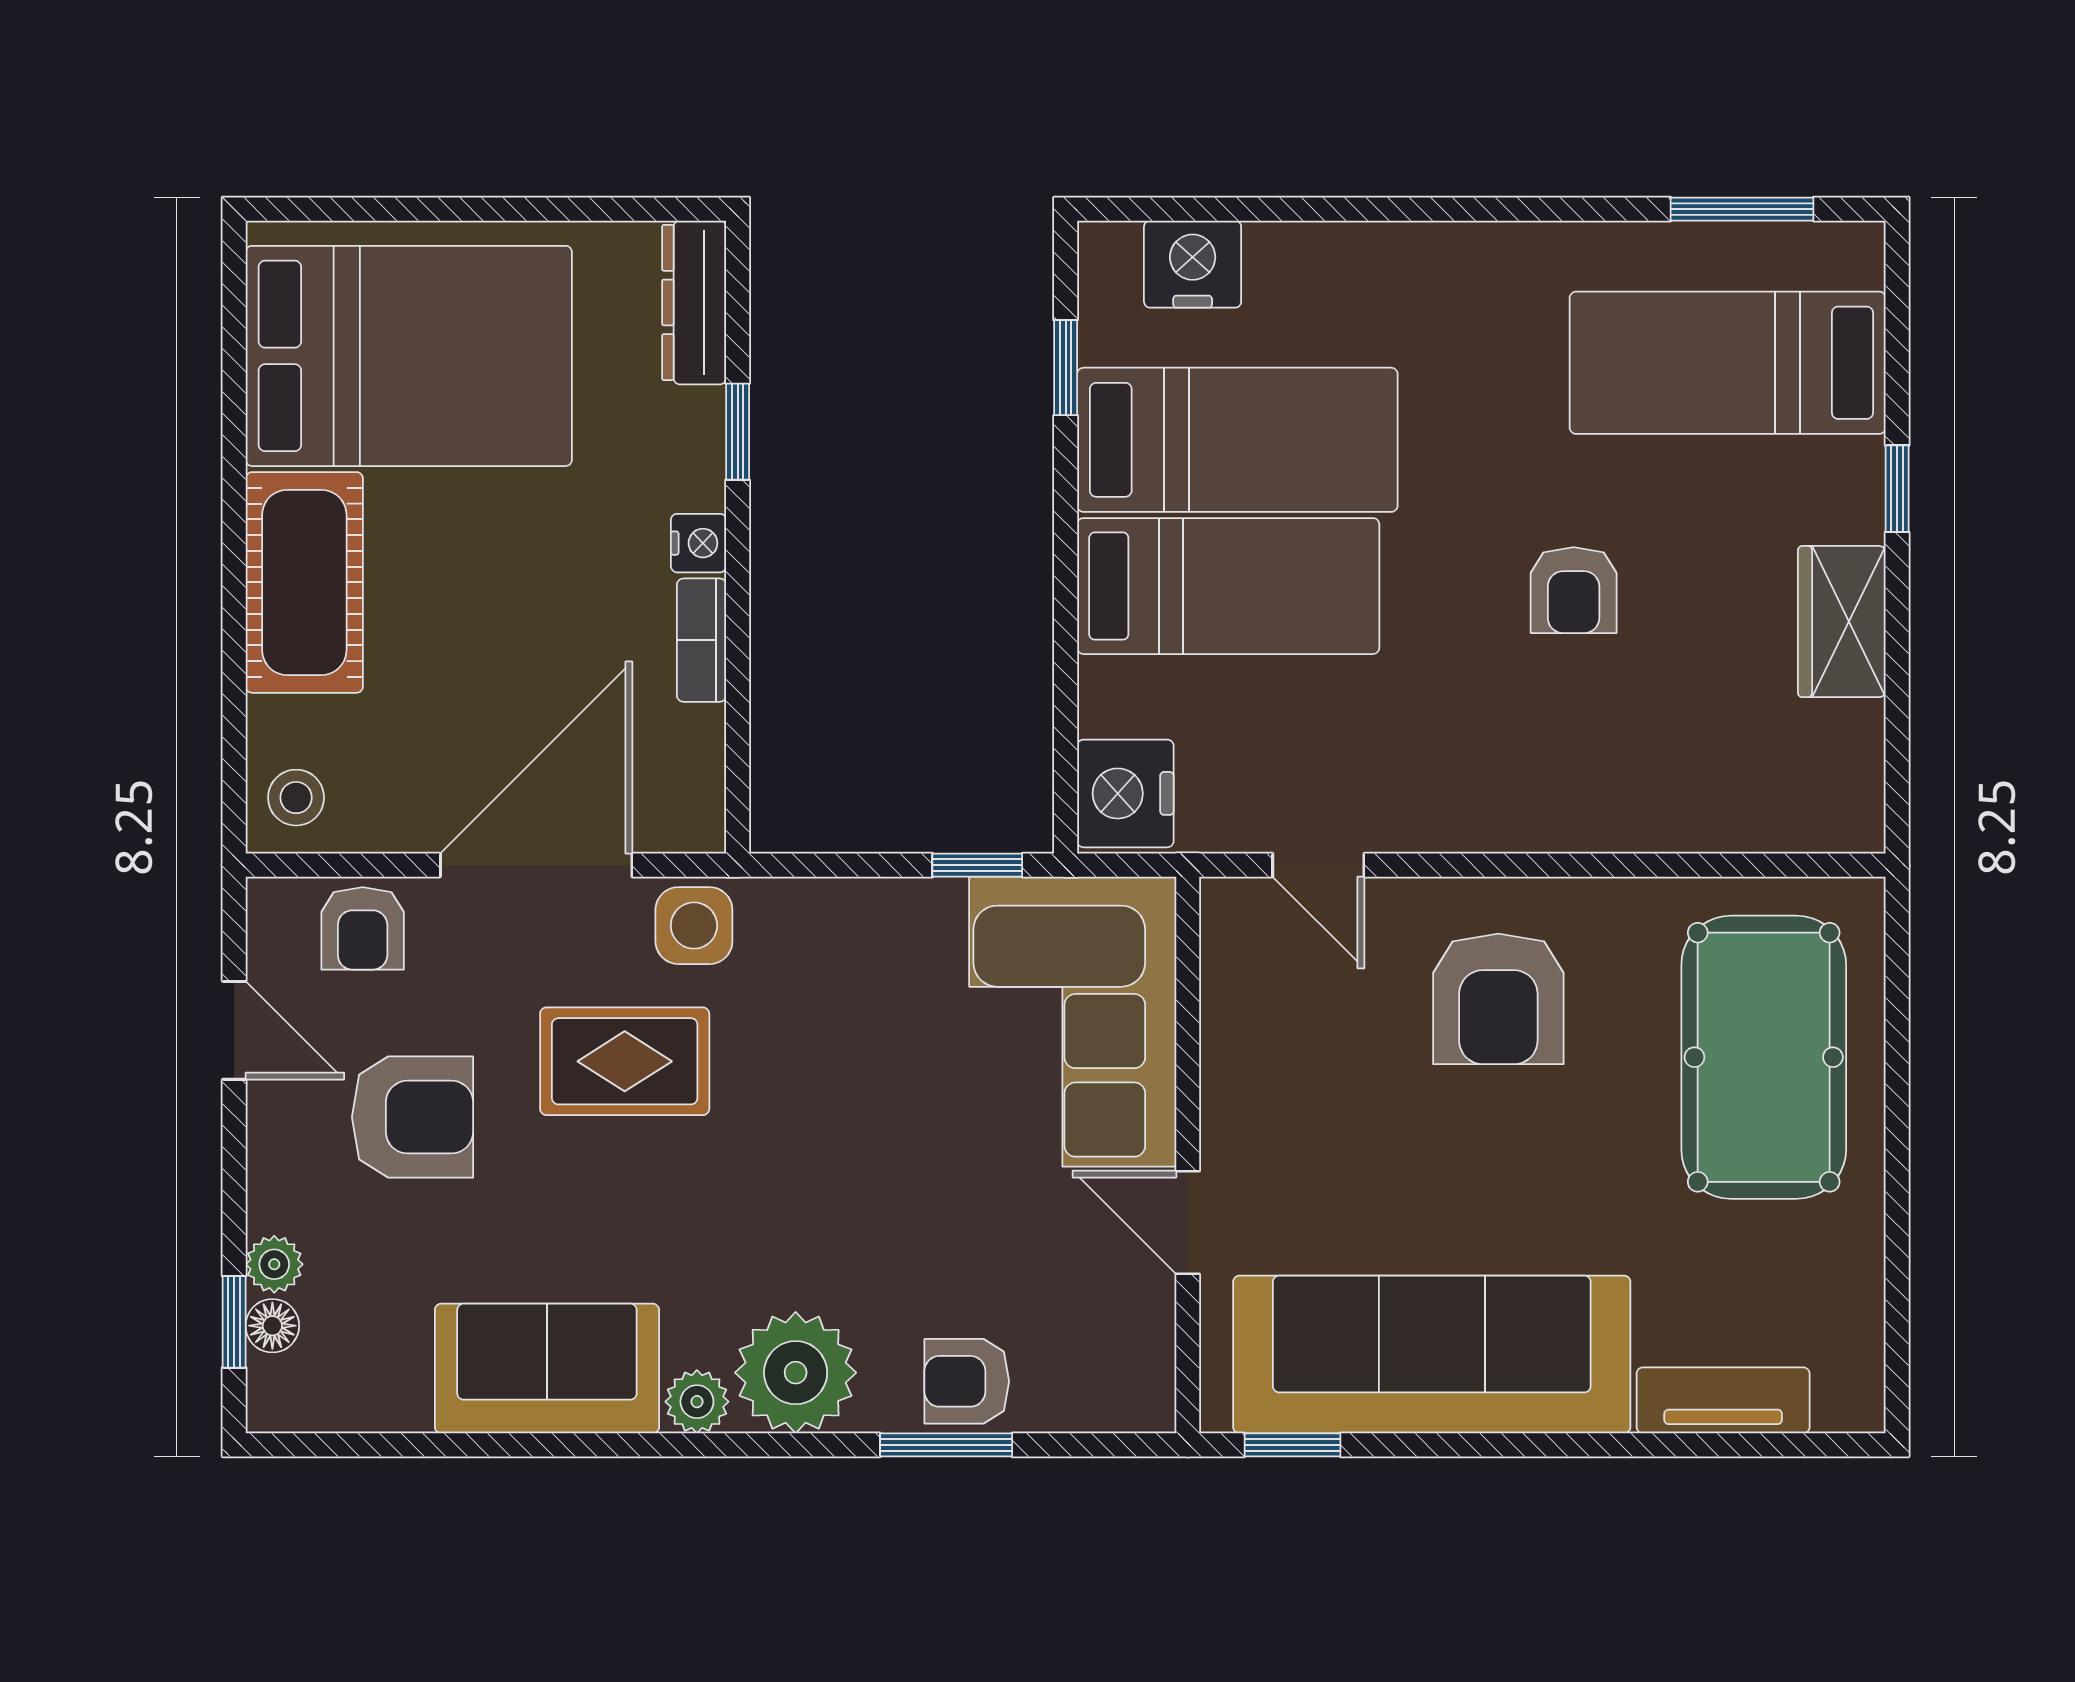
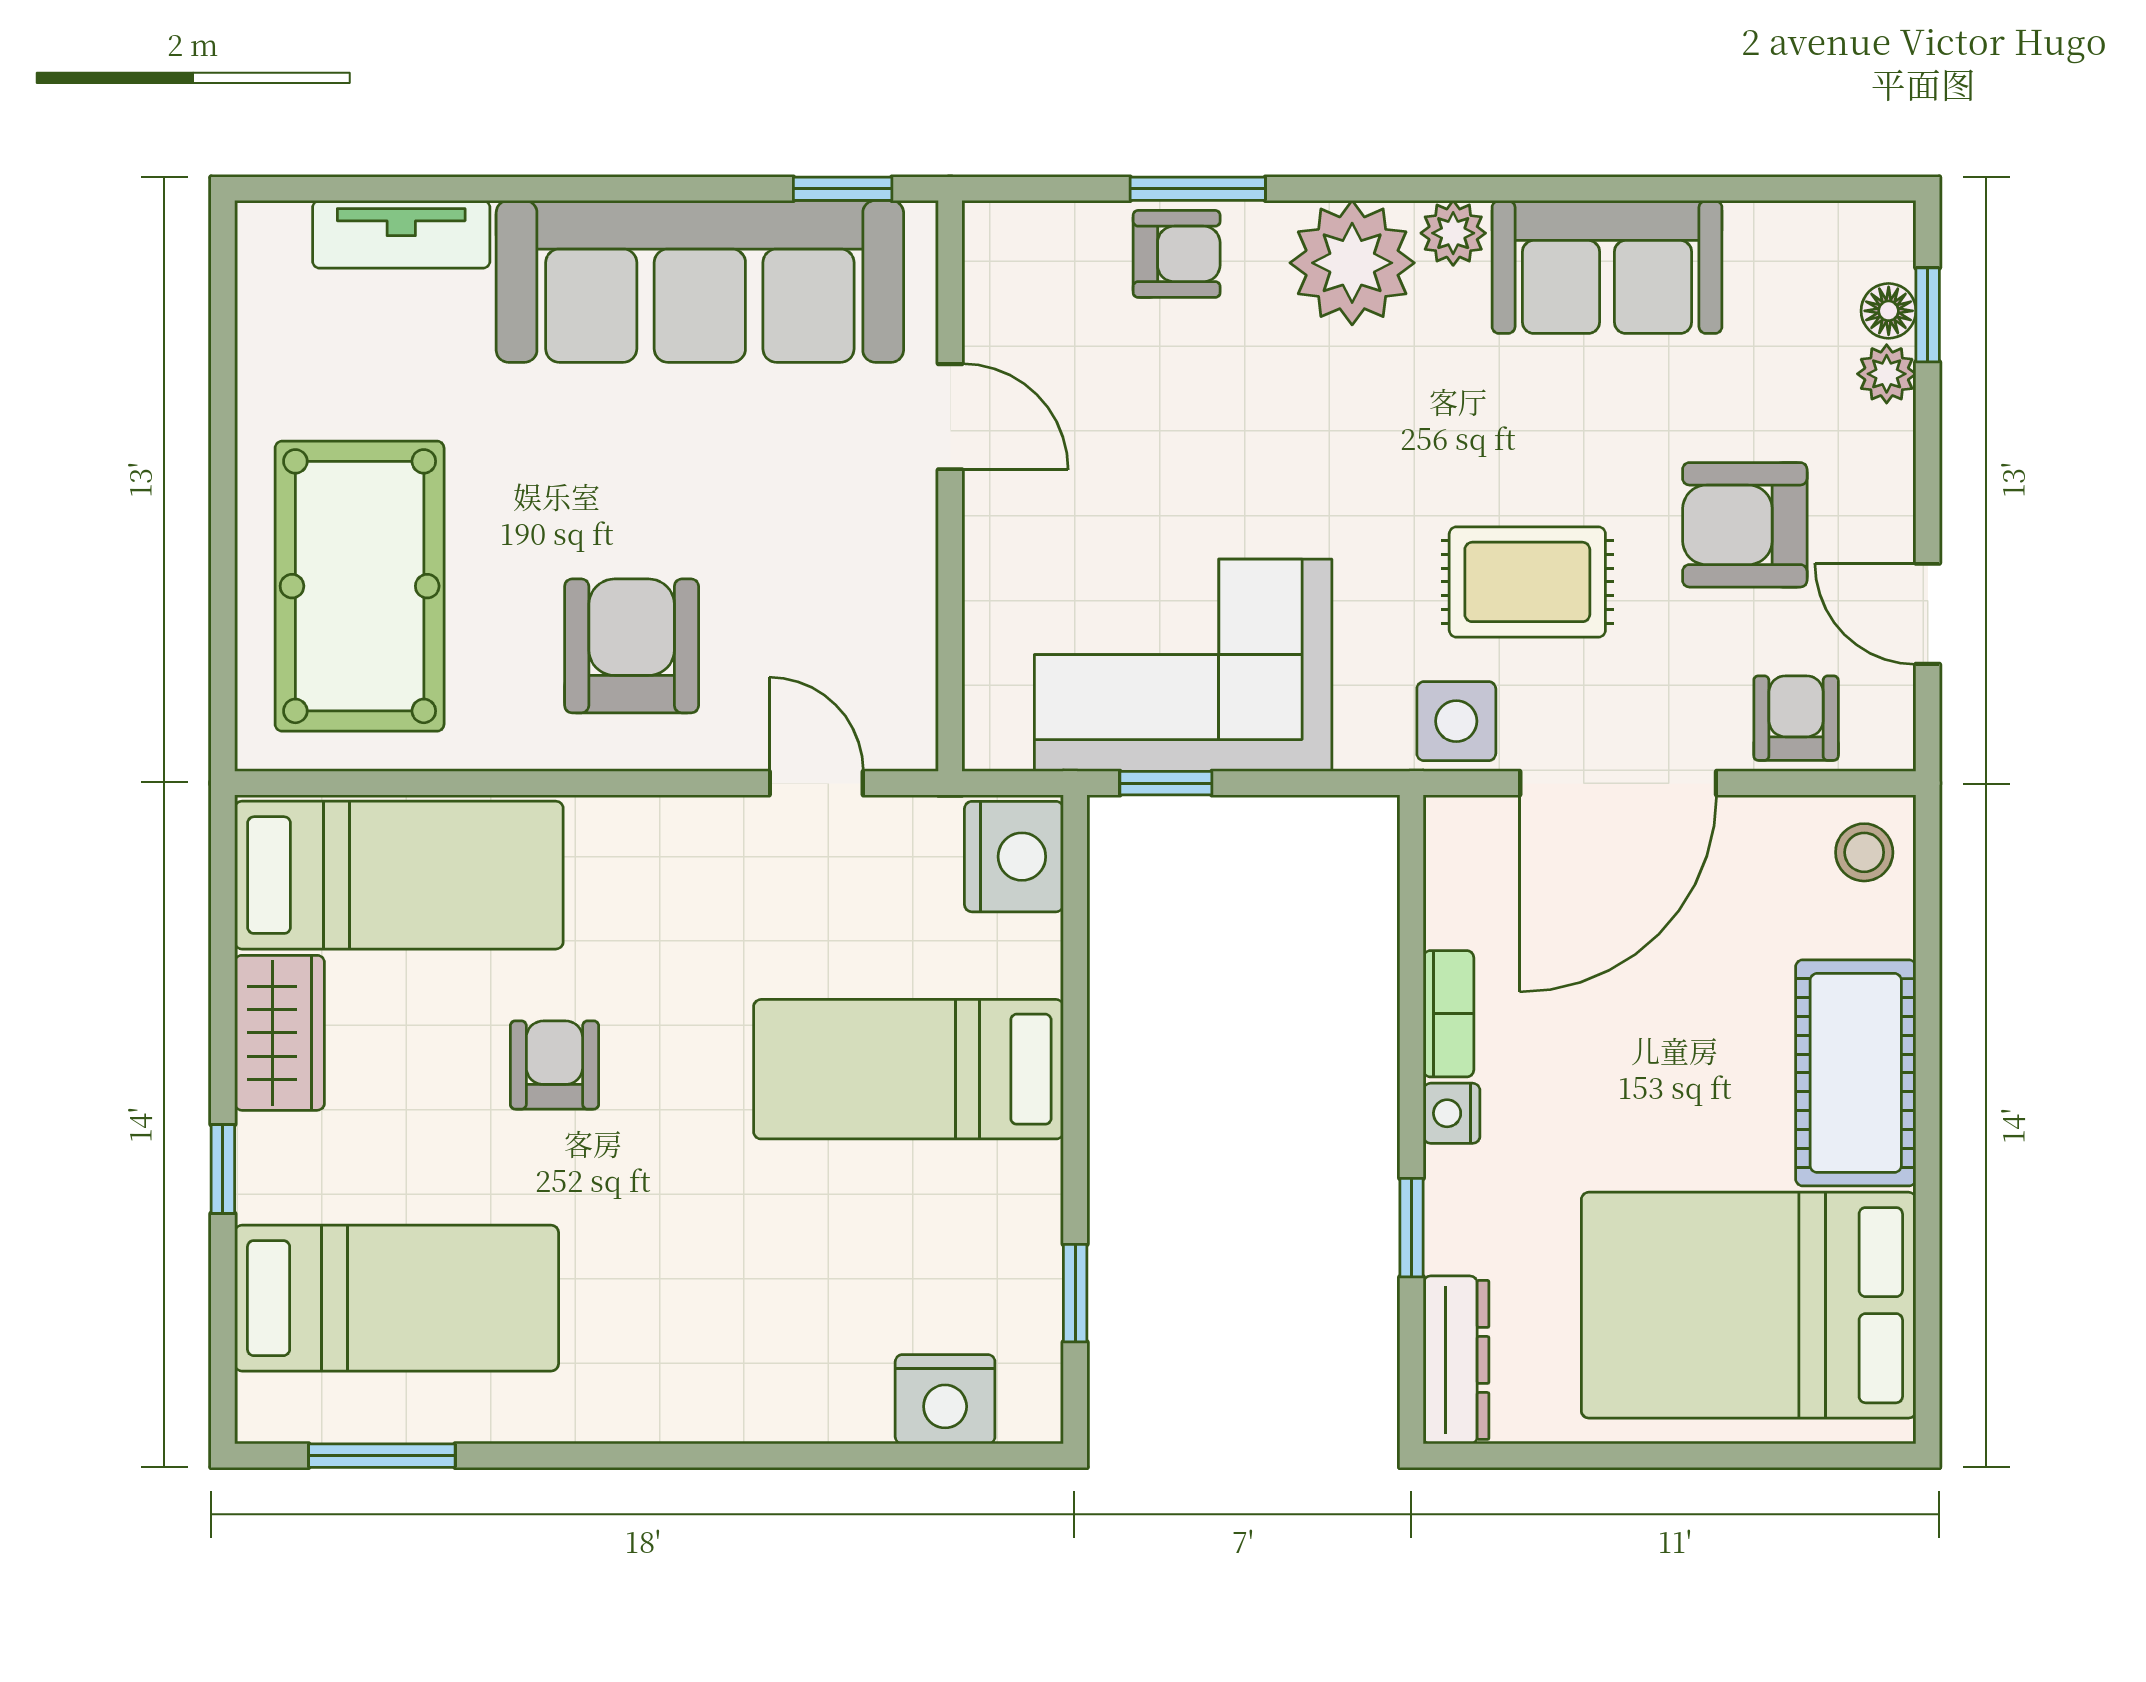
bed: (1237, 440) -> (399, 875), moved, turned 180
corner sofa: (1073, 1022) -> (1183, 665), moved, turned -90

